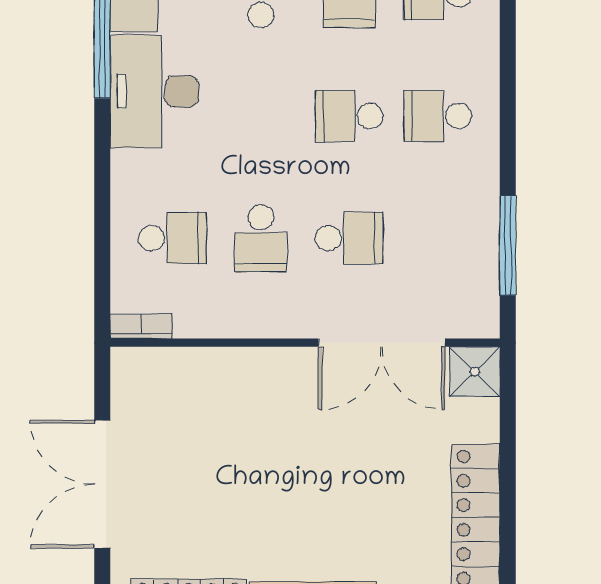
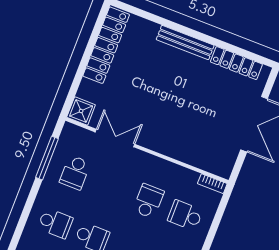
school desk: (349, 238) -> (75, 173), moved, turned -90
double door: (382, 343) -> (115, 138), width x0.73

